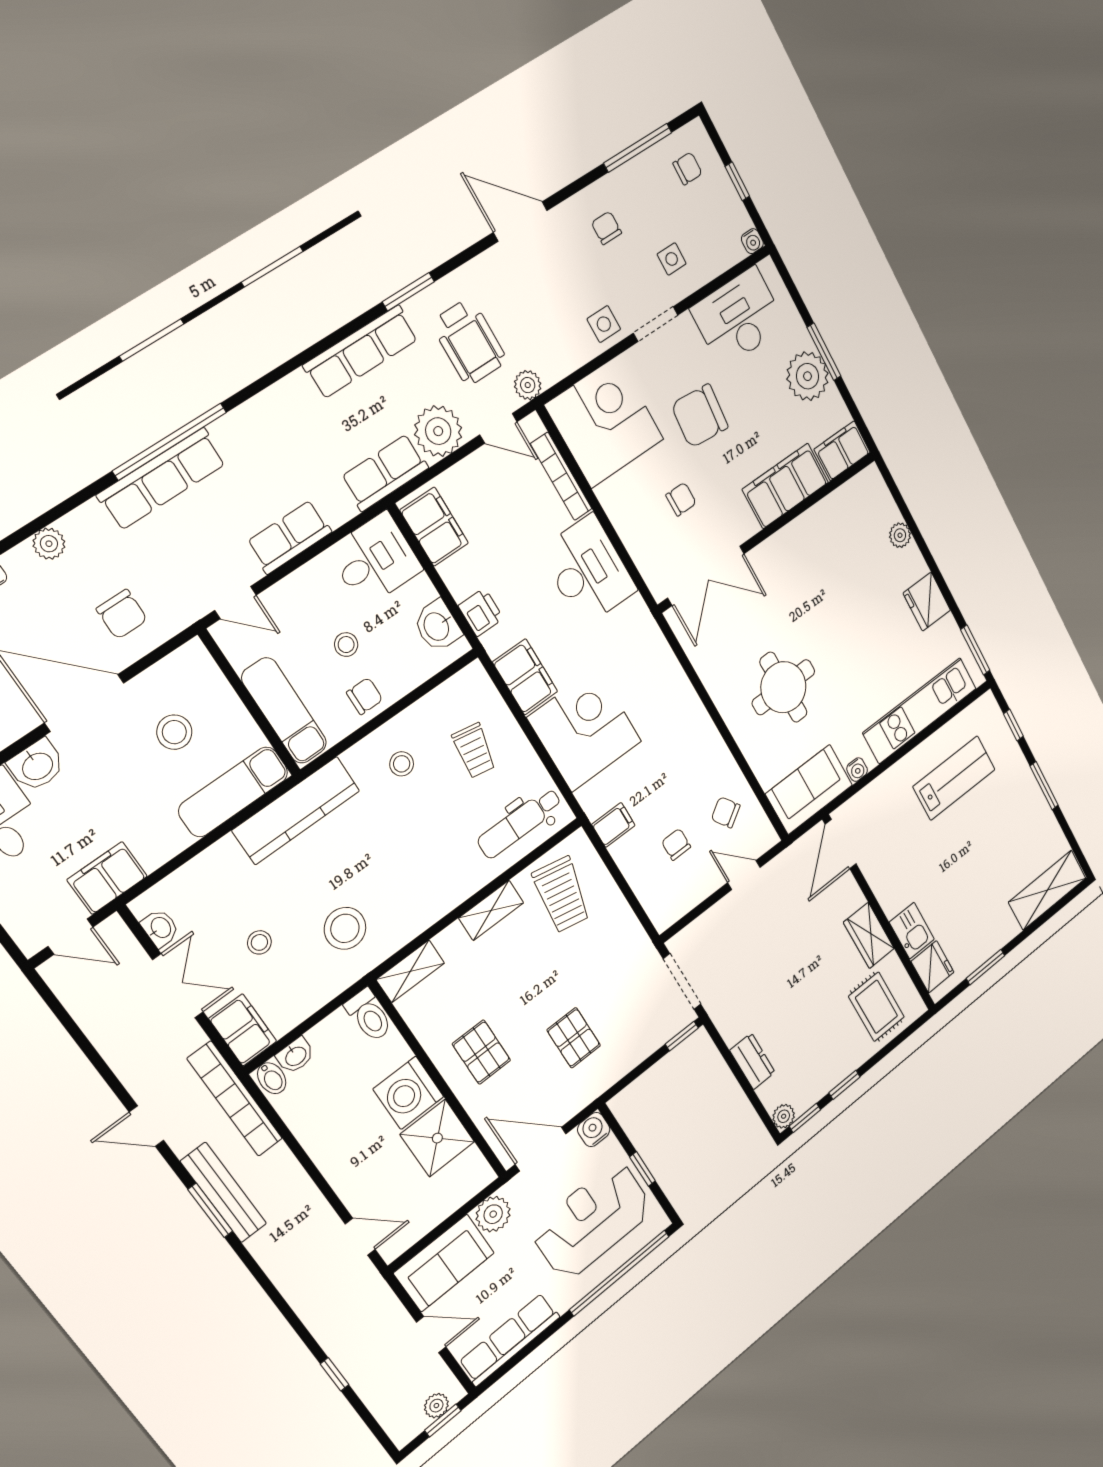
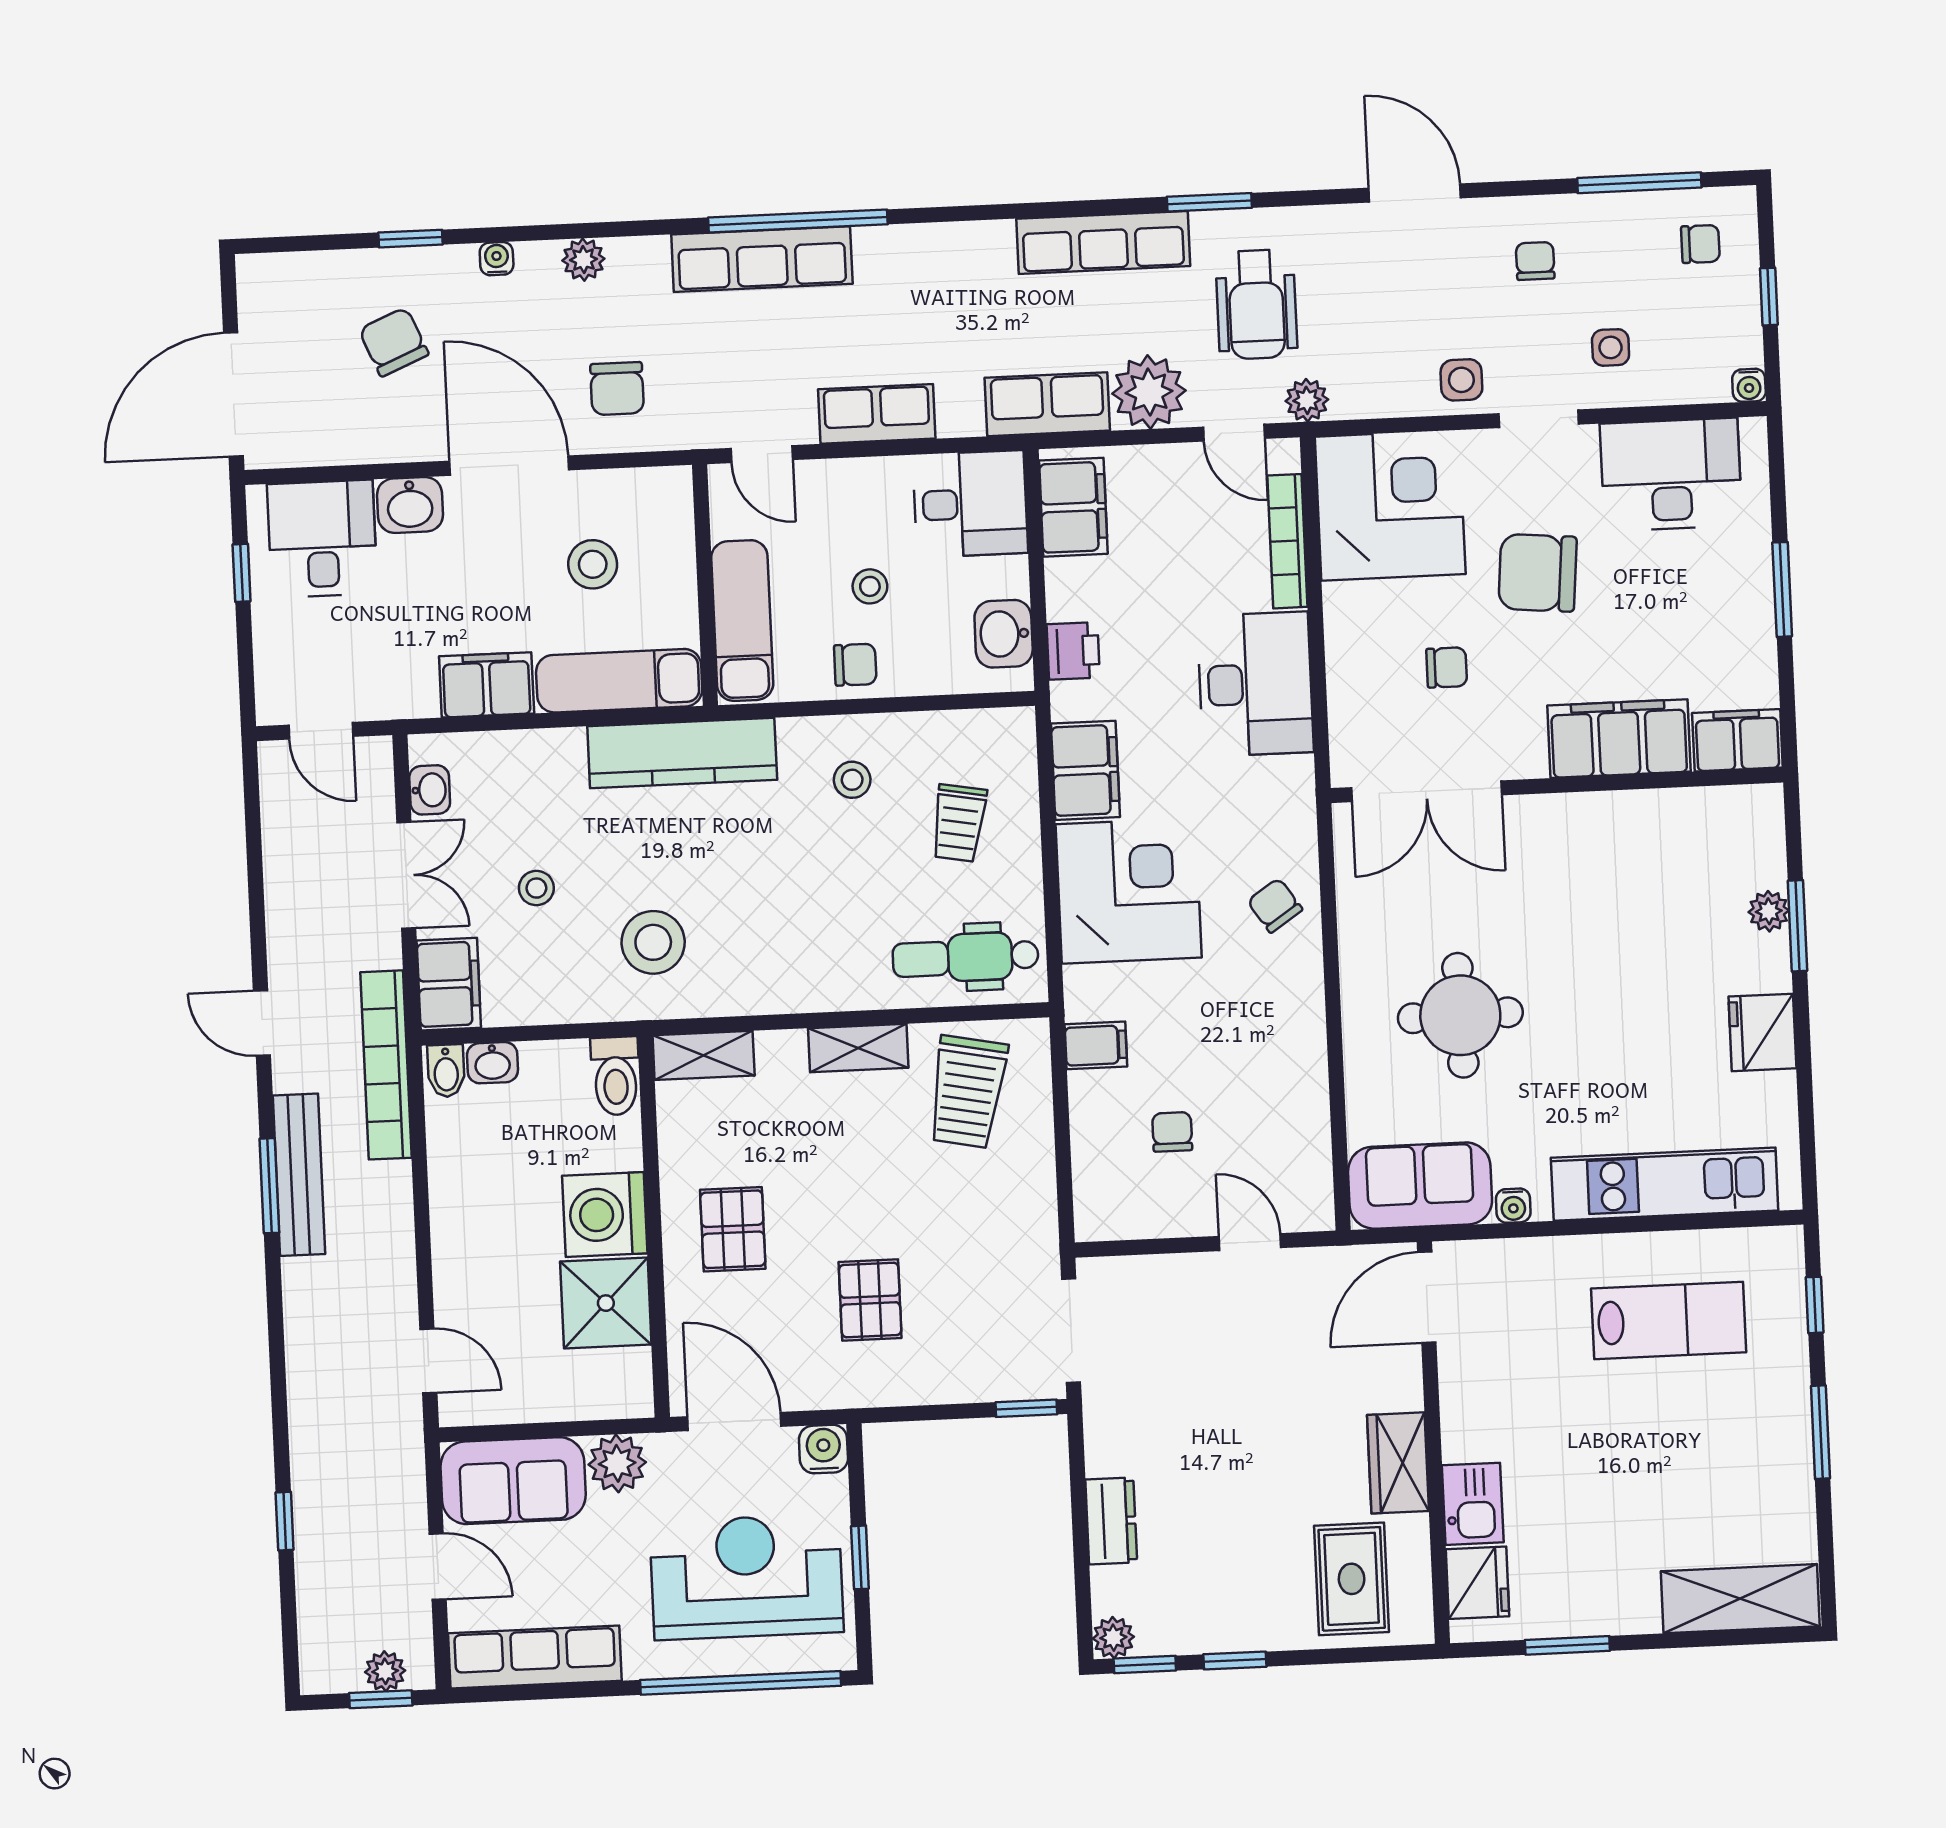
plant: (808, 376) -> (1737, 609), removed
window: (975, 650) -> (1797, 926), moved
chair: (726, 812) -> (1275, 905), moved
filing cabinet: (107, 878) -> (487, 685), moved

